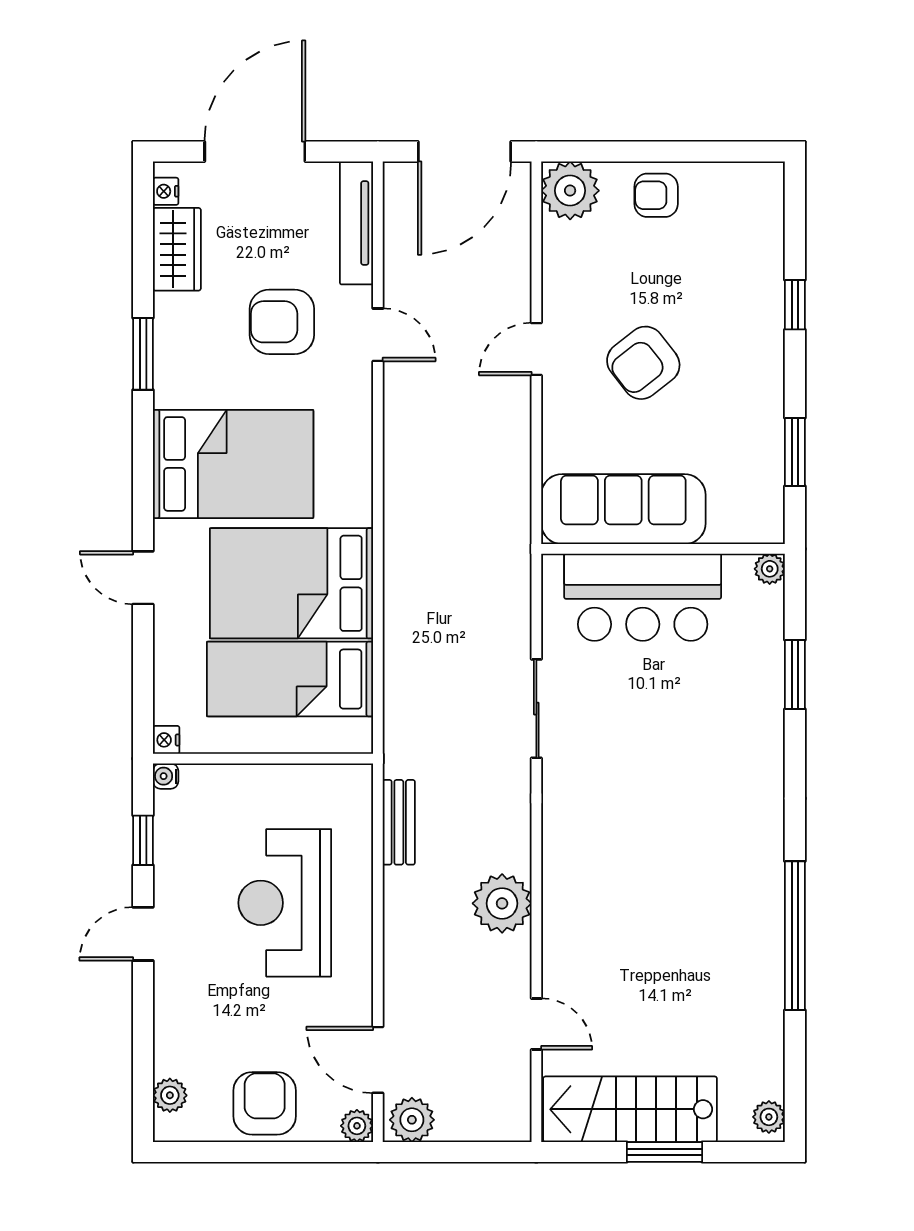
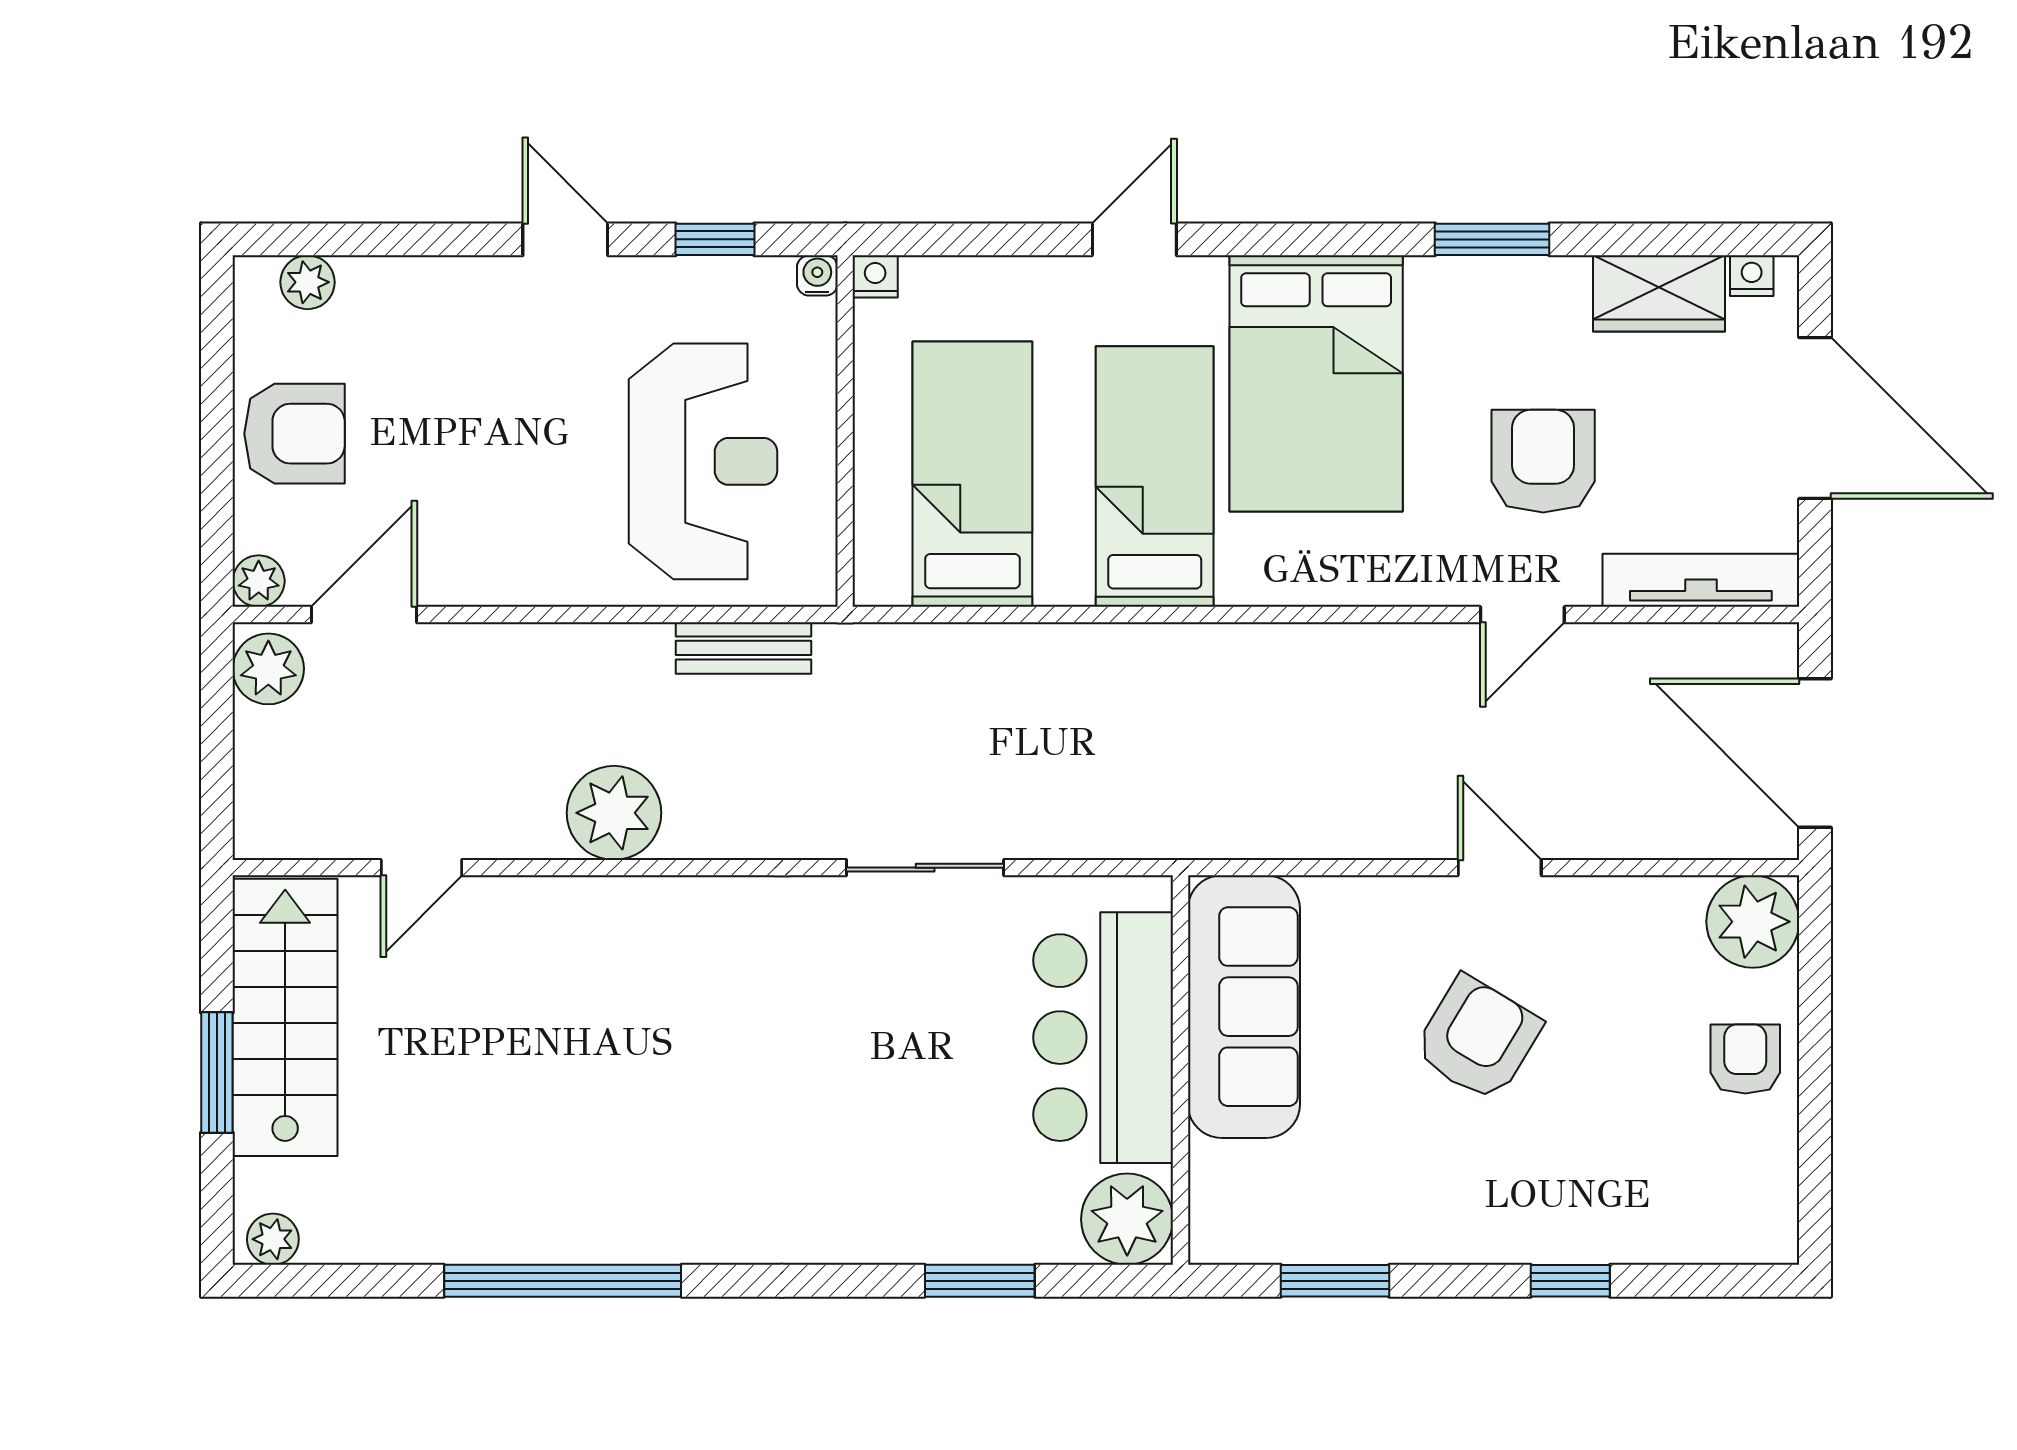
armchair: (643, 363) -> (1478, 1039), turned 69
plant: (770, 569) -> (1127, 1219), width x1.87, depth x1.87
bed: (291, 583) -> (1155, 477), width x0.67
reception desk: (285, 903) -> (703, 461), moved, turned 90

